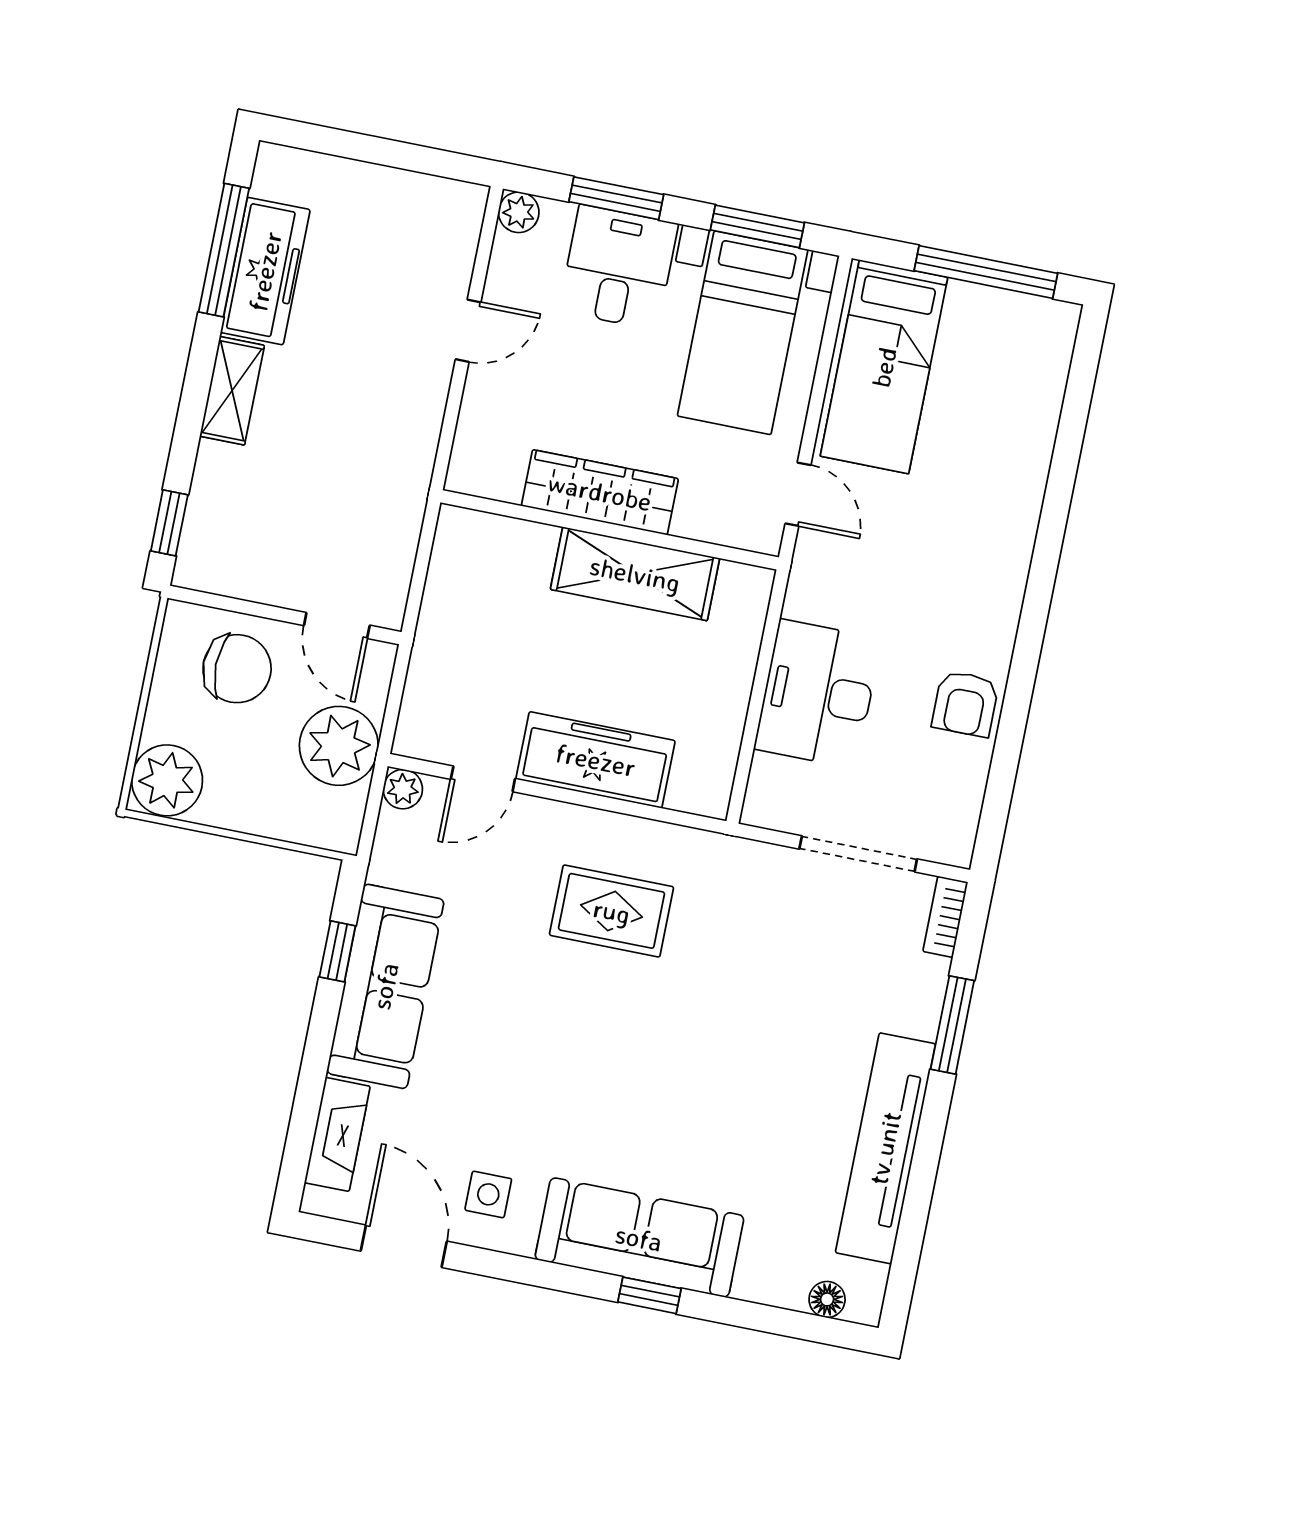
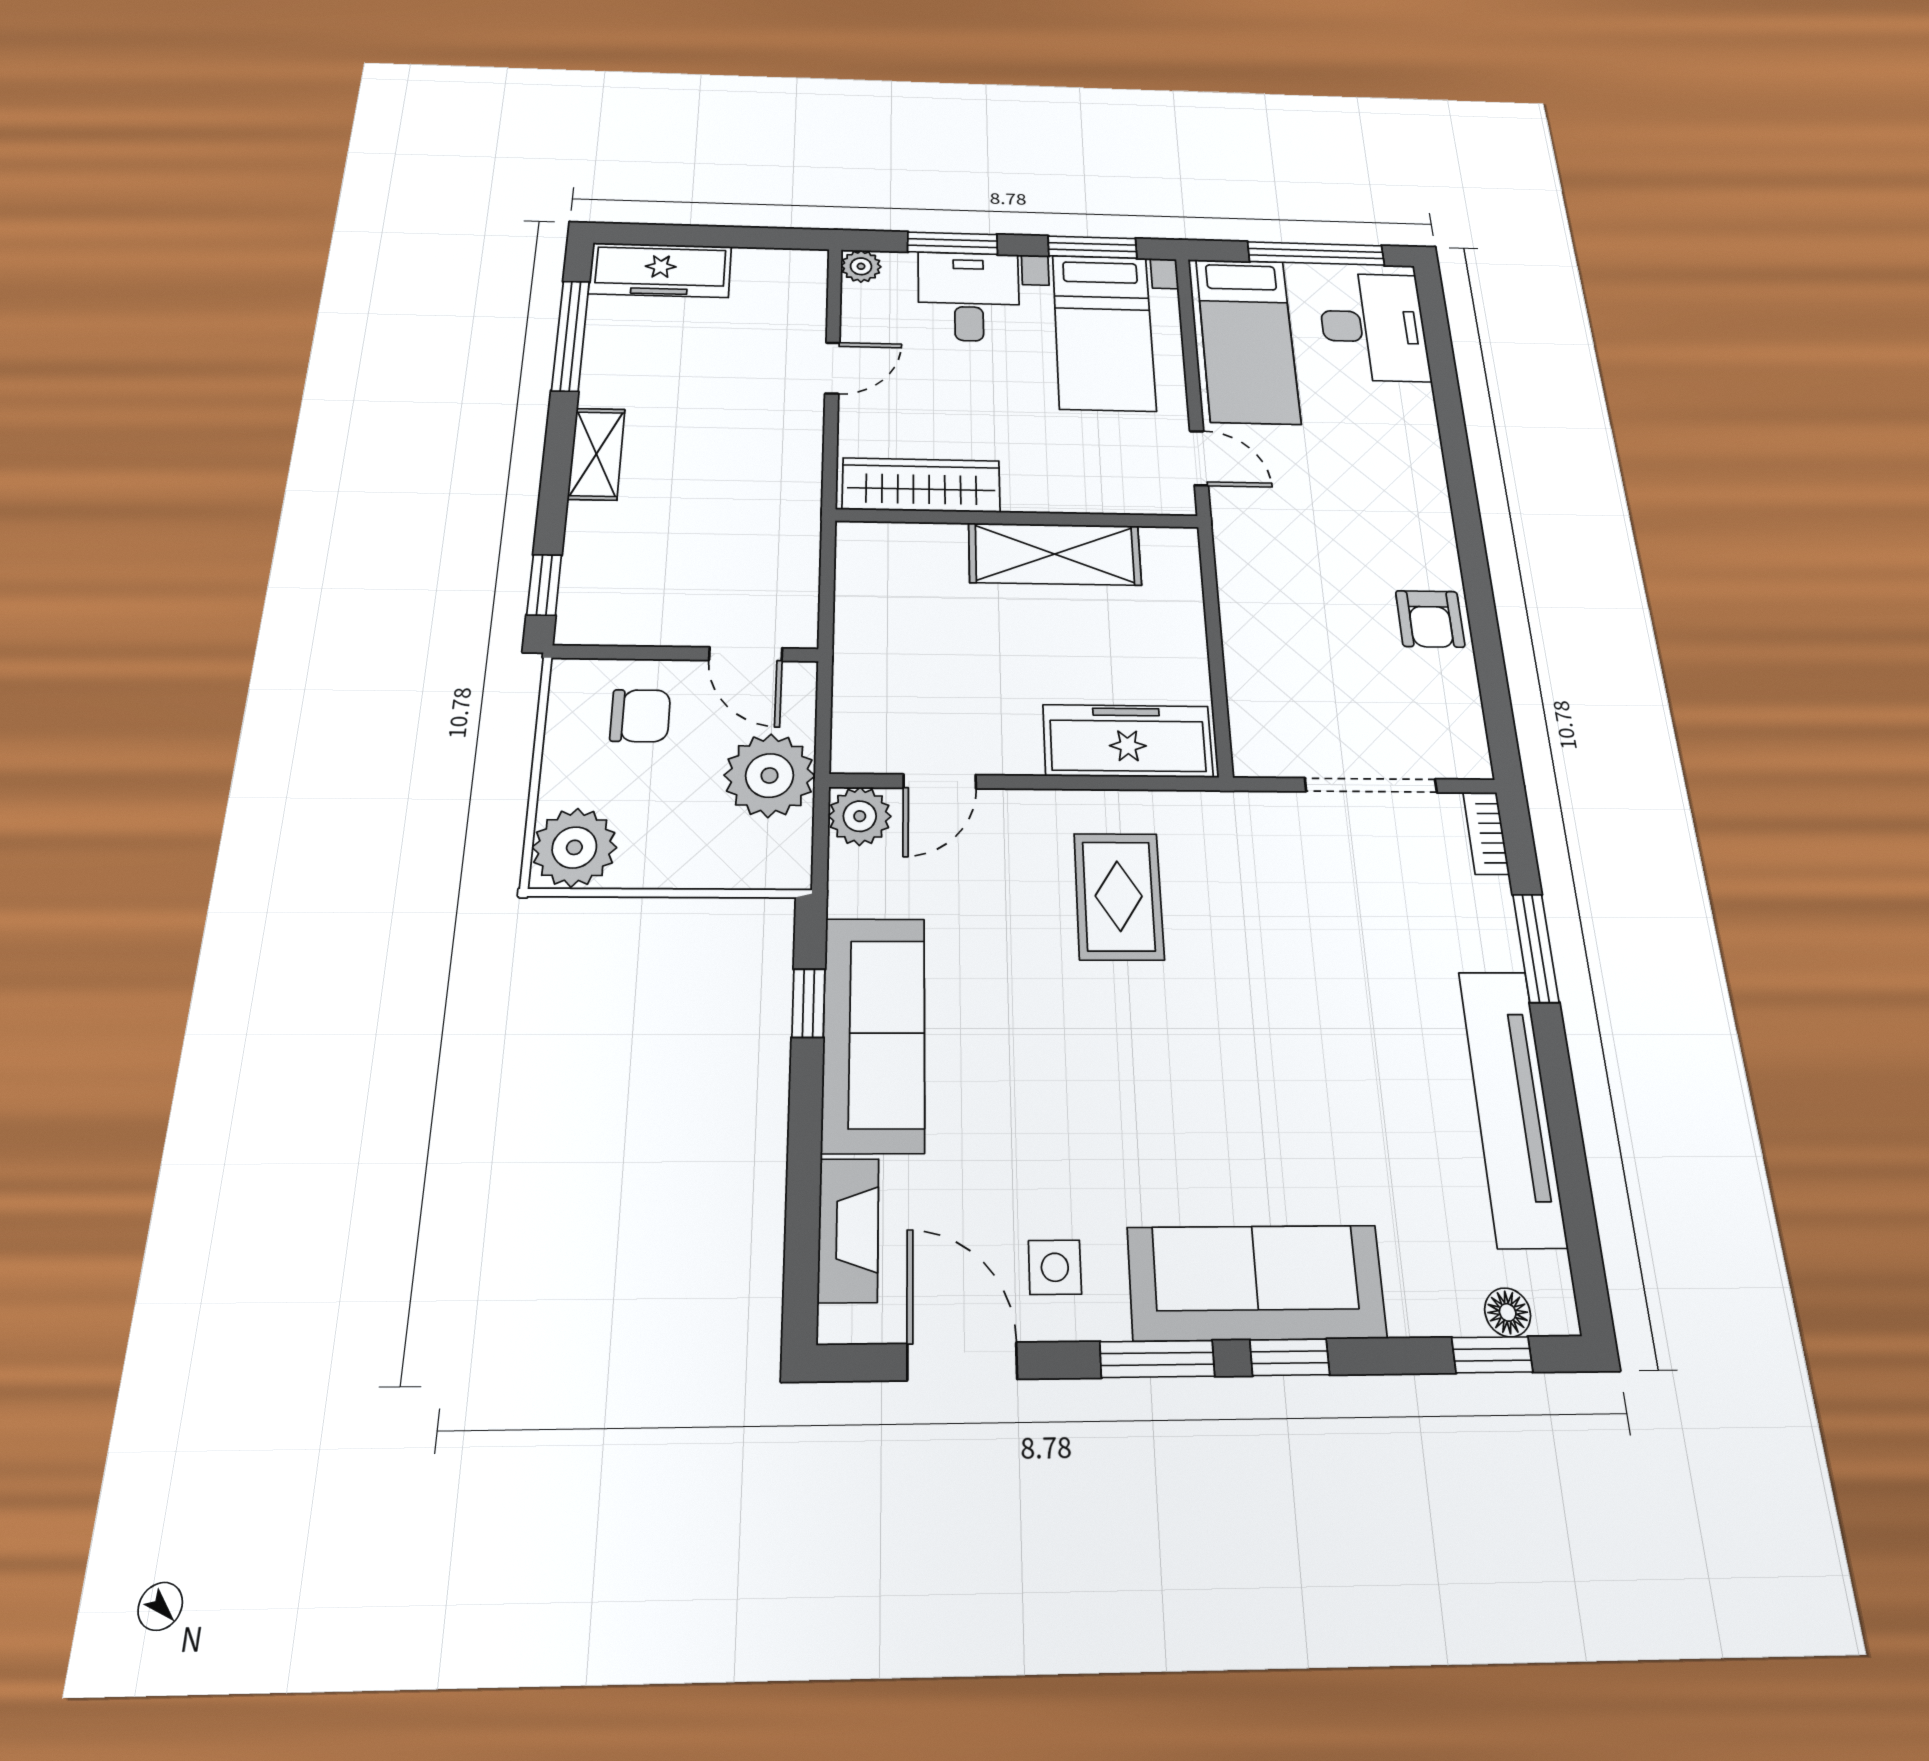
freezer: (265, 271) -> (660, 270), moved, turned 90
wardrobe: (600, 492) -> (921, 485), moved
chair: (237, 669) -> (640, 716), width x0.73, depth x0.73
desk: (818, 694) -> (1373, 327), moved, turned 180
freezer: (596, 760) -> (1128, 741), moved
plant: (403, 789) -> (860, 816), width x1.38, depth x1.38
rug: (612, 911) -> (1119, 896), turned 90
window: (549, 1275) -> (1157, 1359), added
window: (805, 1326) -> (1492, 1355), added

